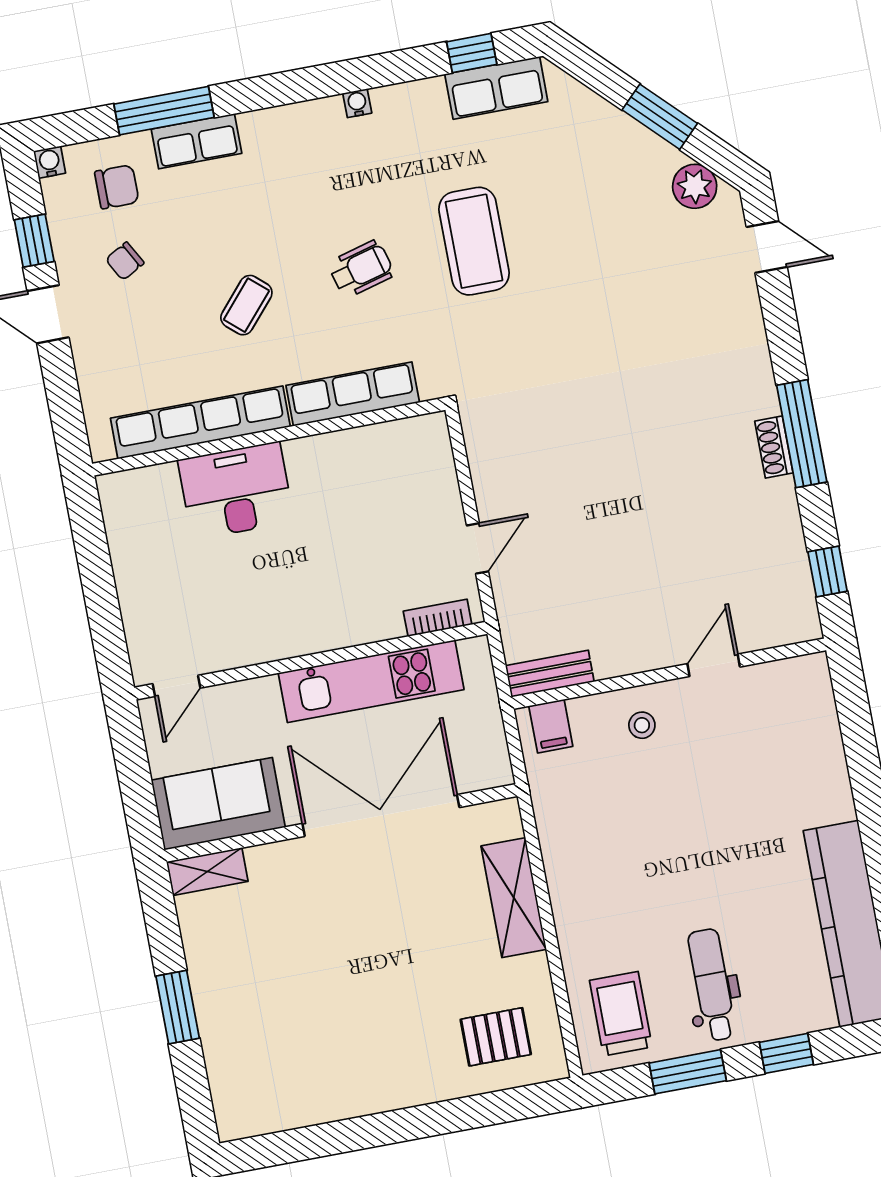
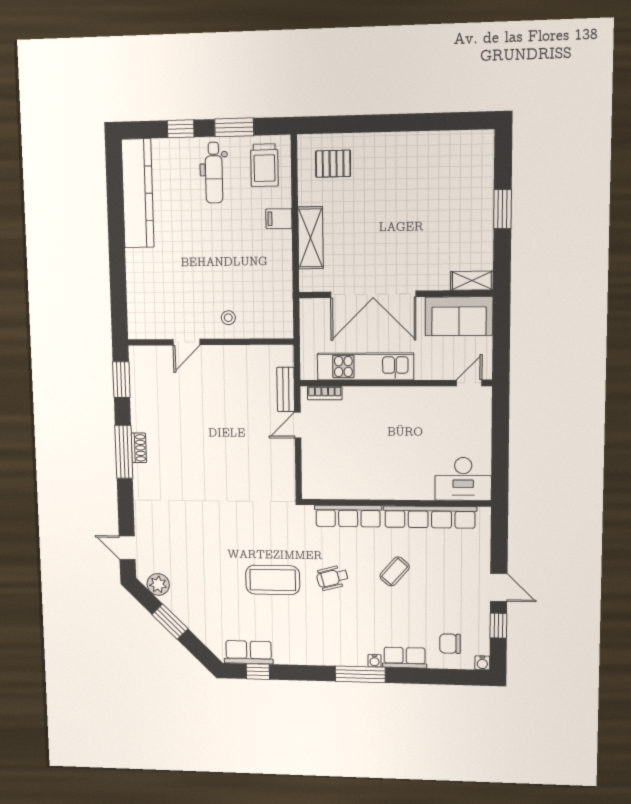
water cooler: (357, 103) -> (375, 661), moved
window: (164, 111) -> (360, 674), moved
coffee table: (474, 241) -> (273, 580), turned 90
chair: (125, 261) -> (453, 606), removed
desk: (236, 491) -> (463, 479), moved
window: (828, 572) -> (121, 380), width x1.50
bench: (550, 674) -> (286, 389), moved, turned 90
filing cabinet: (551, 726) -> (279, 219), moved, turned -90

